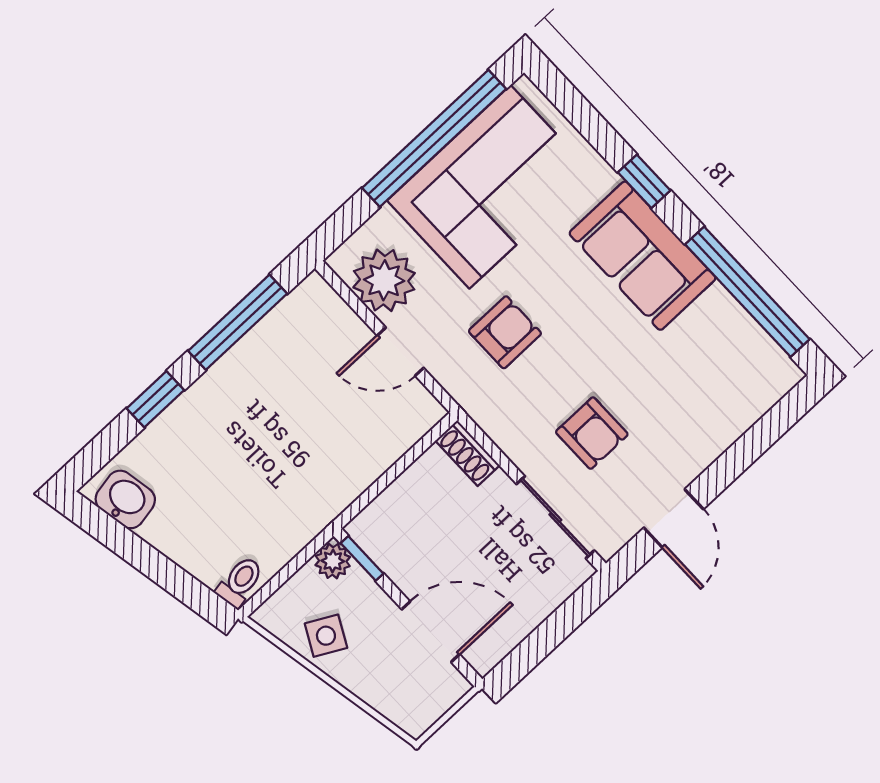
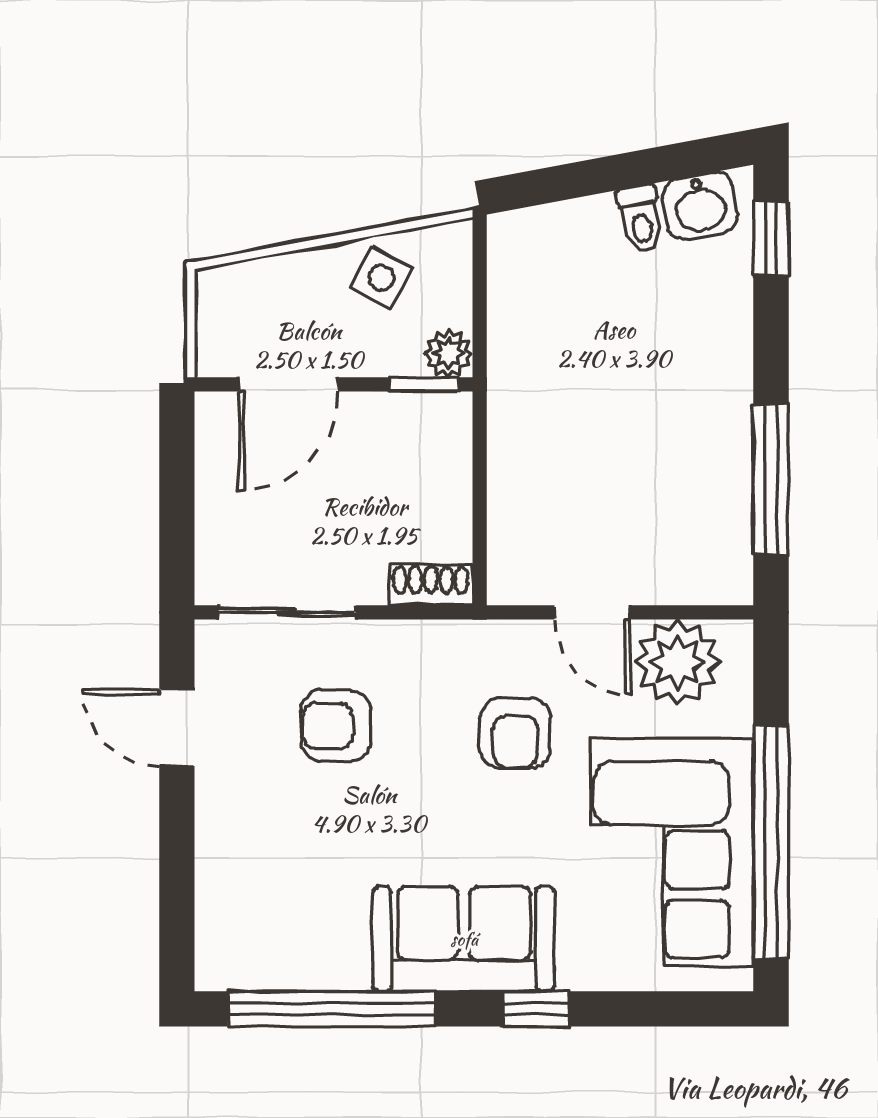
door: (400, 352) -> (592, 612), swing flipped
window: (155, 399) -> (771, 238), moved
toilet: (240, 582) -> (641, 219), moved

